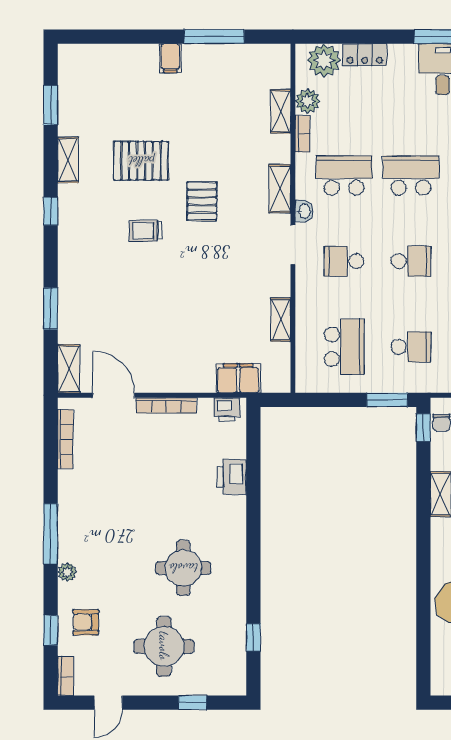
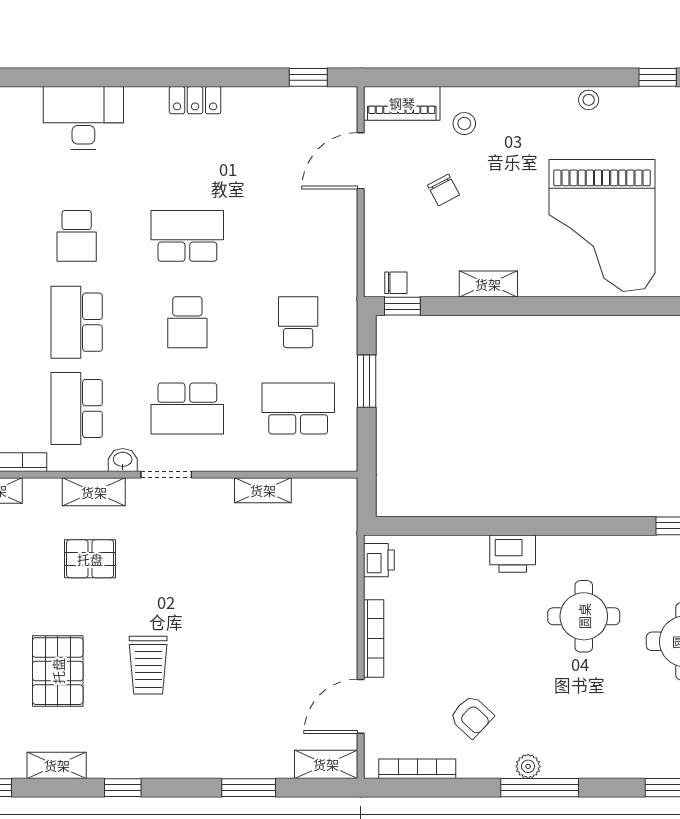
pallet: (202, 201) -> (90, 559), moved
trolley: (145, 231) -> (148, 665), width x1.36, depth x1.39
school desk: (344, 261) -> (187, 408), width x1.85
school desk: (411, 261) -> (187, 322), turned 180
filing cabinet: (238, 378) -> (339, 545), removed
window: (387, 400) -> (367, 381), moved
printer: (232, 477) -> (513, 554), moved
plant: (67, 572) -> (528, 766), moved
armchair: (86, 622) -> (472, 717), moved, turned -47

